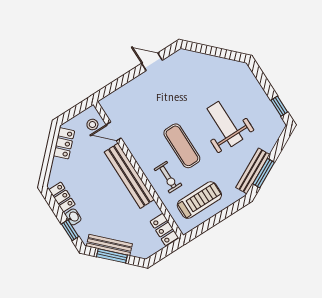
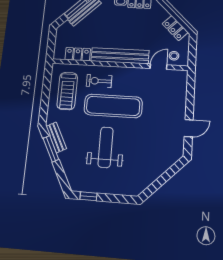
weight bench: (225, 124) -> (106, 147), turned -90
exercise mat: (182, 146) -> (113, 106), width x1.36, depth x1.45
bench: (253, 171) -> (56, 137), width x0.73
locker: (164, 230) -> (78, 54), moved

